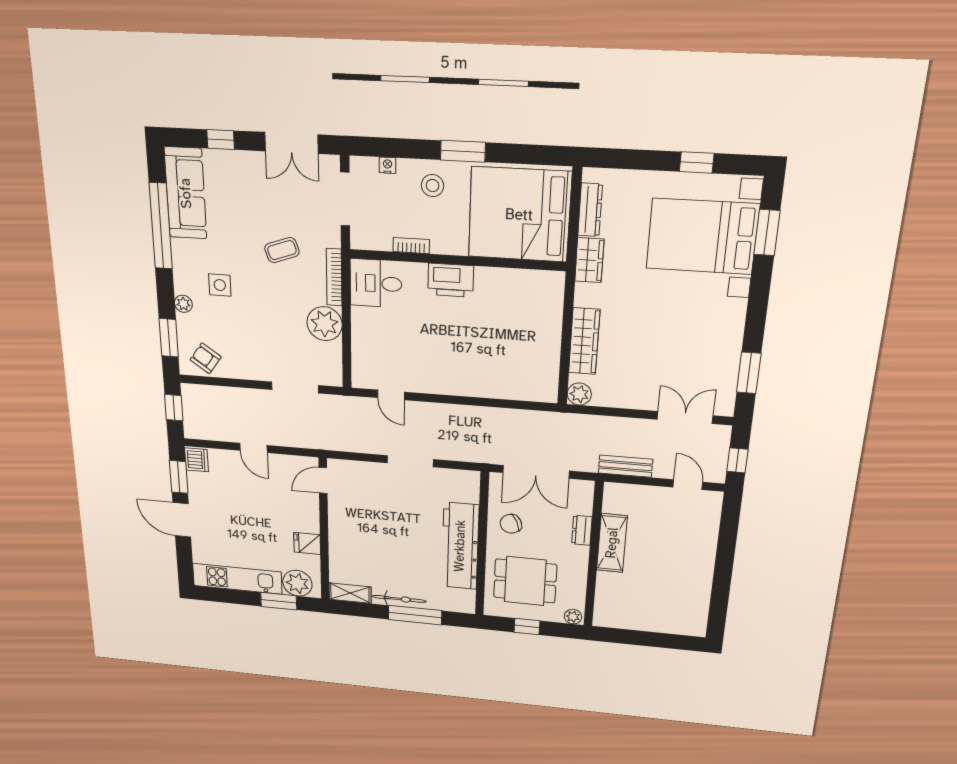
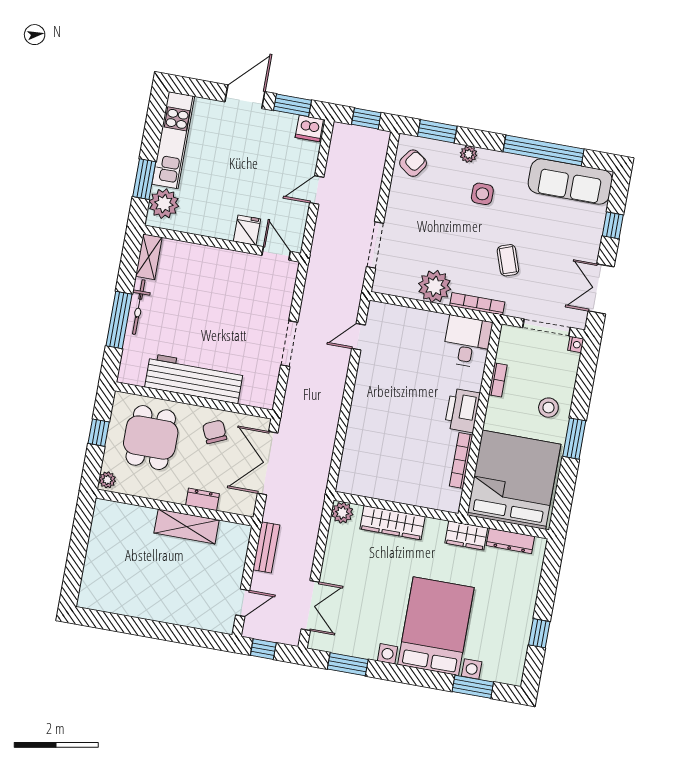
nightstand: (387, 165) -> (576, 345), moved
bed with nightstands: (702, 236) -> (436, 626), moved
bookcase: (506, 275) -> (461, 460), added
fridge: (307, 543) -> (247, 230), moved

